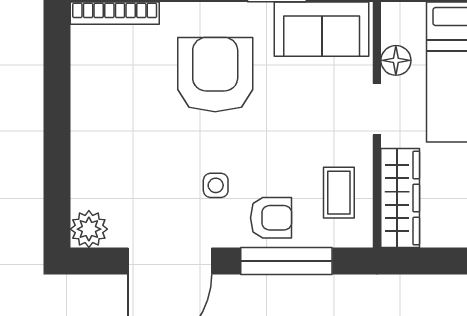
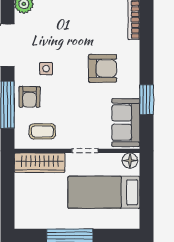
floor lamp: (396, 60) -> (130, 161), moved
armchair: (215, 75) -> (103, 68), width x0.73, depth x0.73

